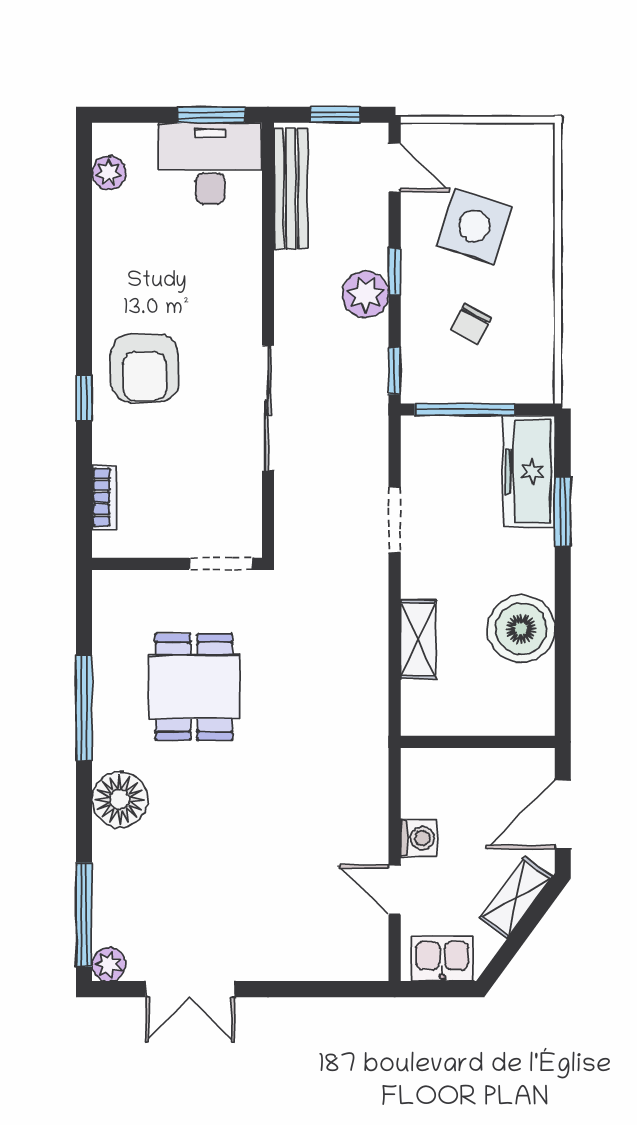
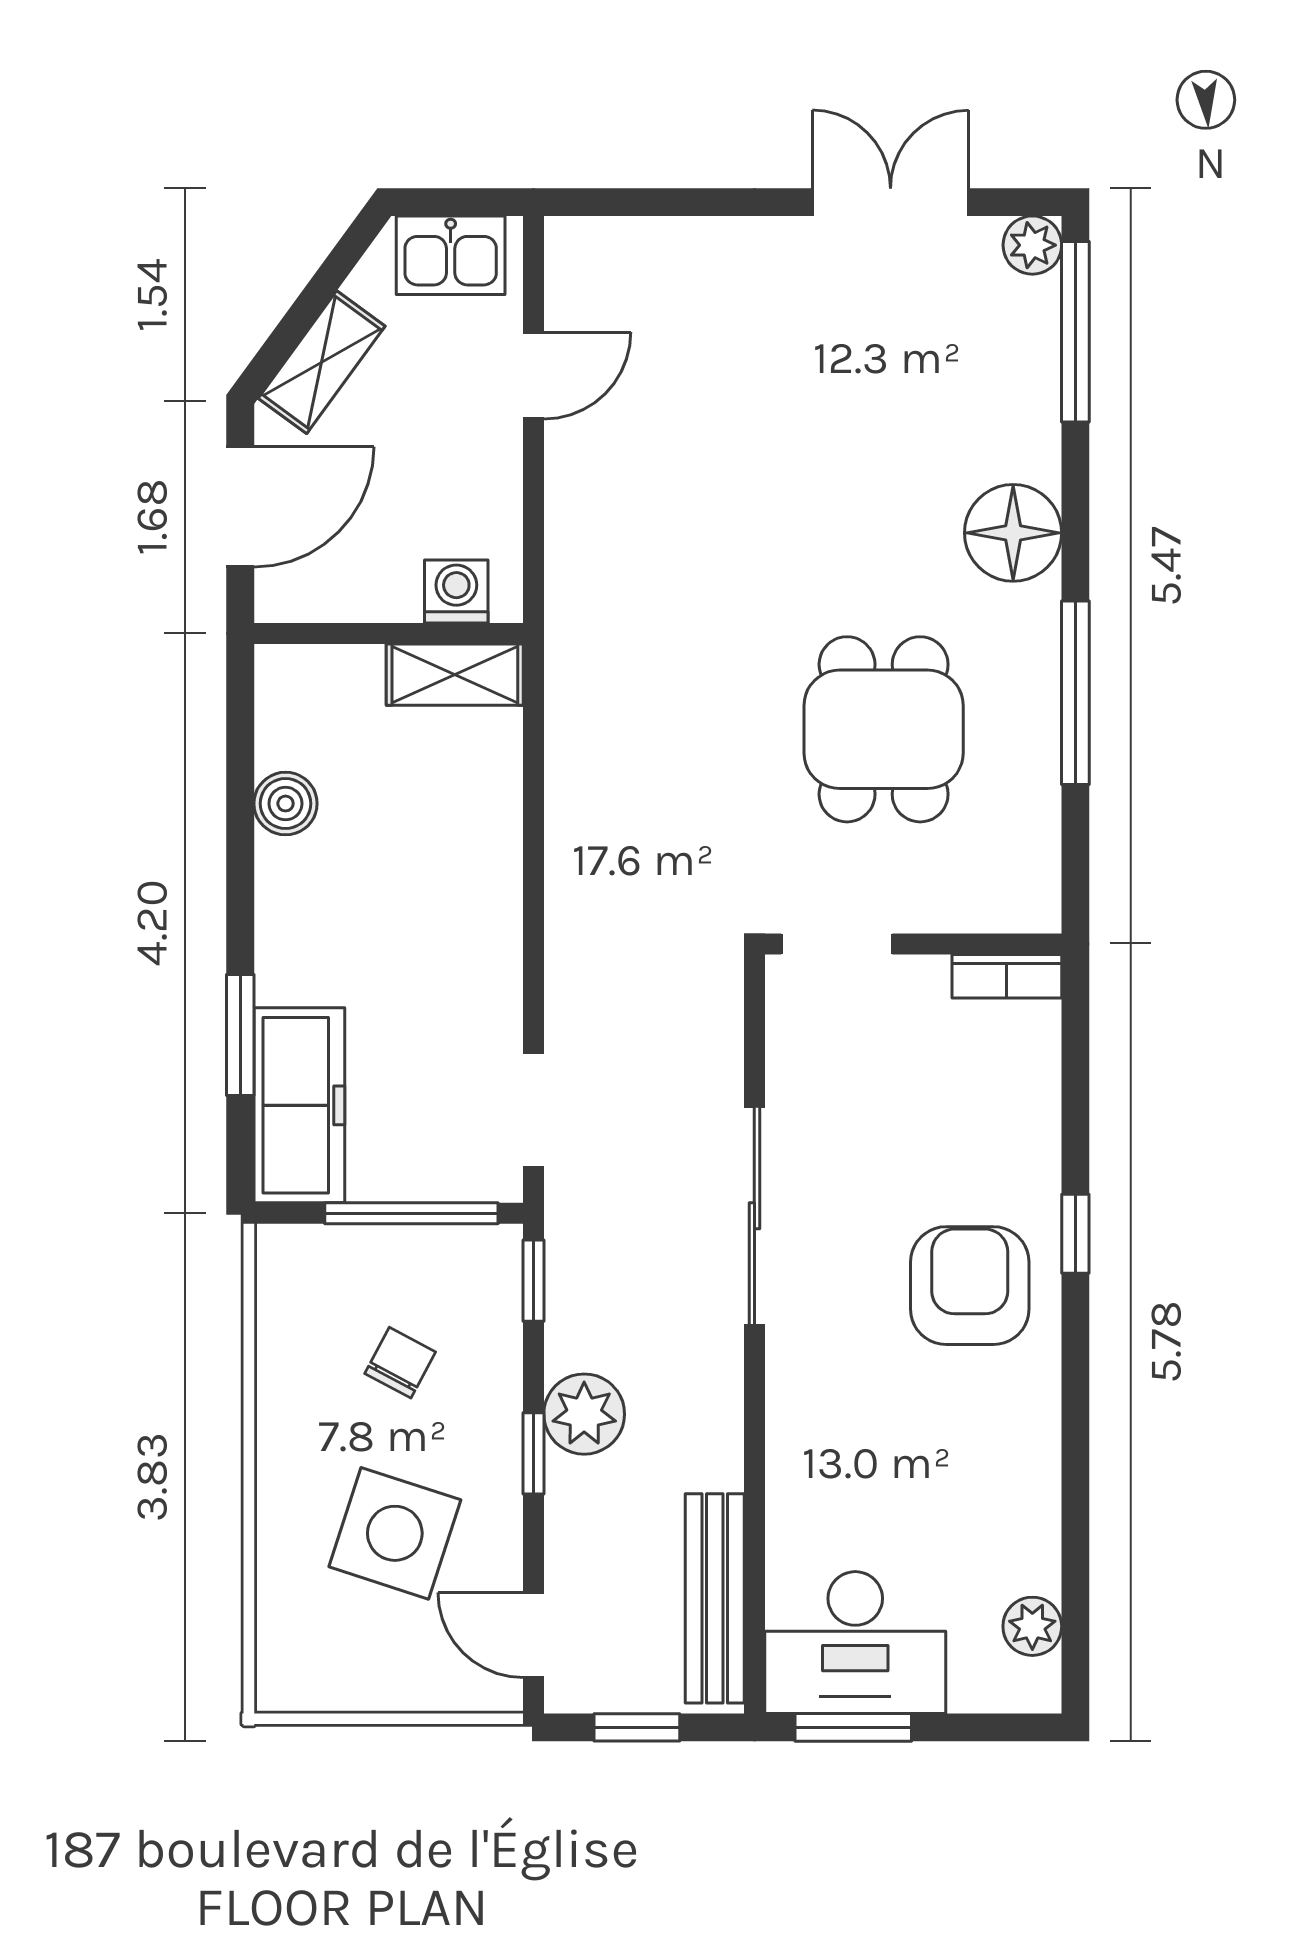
bookcase: (104, 497) -> (1007, 976), moved, turned -90
doorway: (395, 520) -> (534, 1110), moved
boiler: (521, 629) -> (286, 804), width x0.54, depth x0.54
shelving: (418, 639) -> (455, 675), moved, turned 90
washing machine: (419, 838) -> (456, 591), moved, turned 90
door: (395, 890) -> (534, 376), hinge flipped

